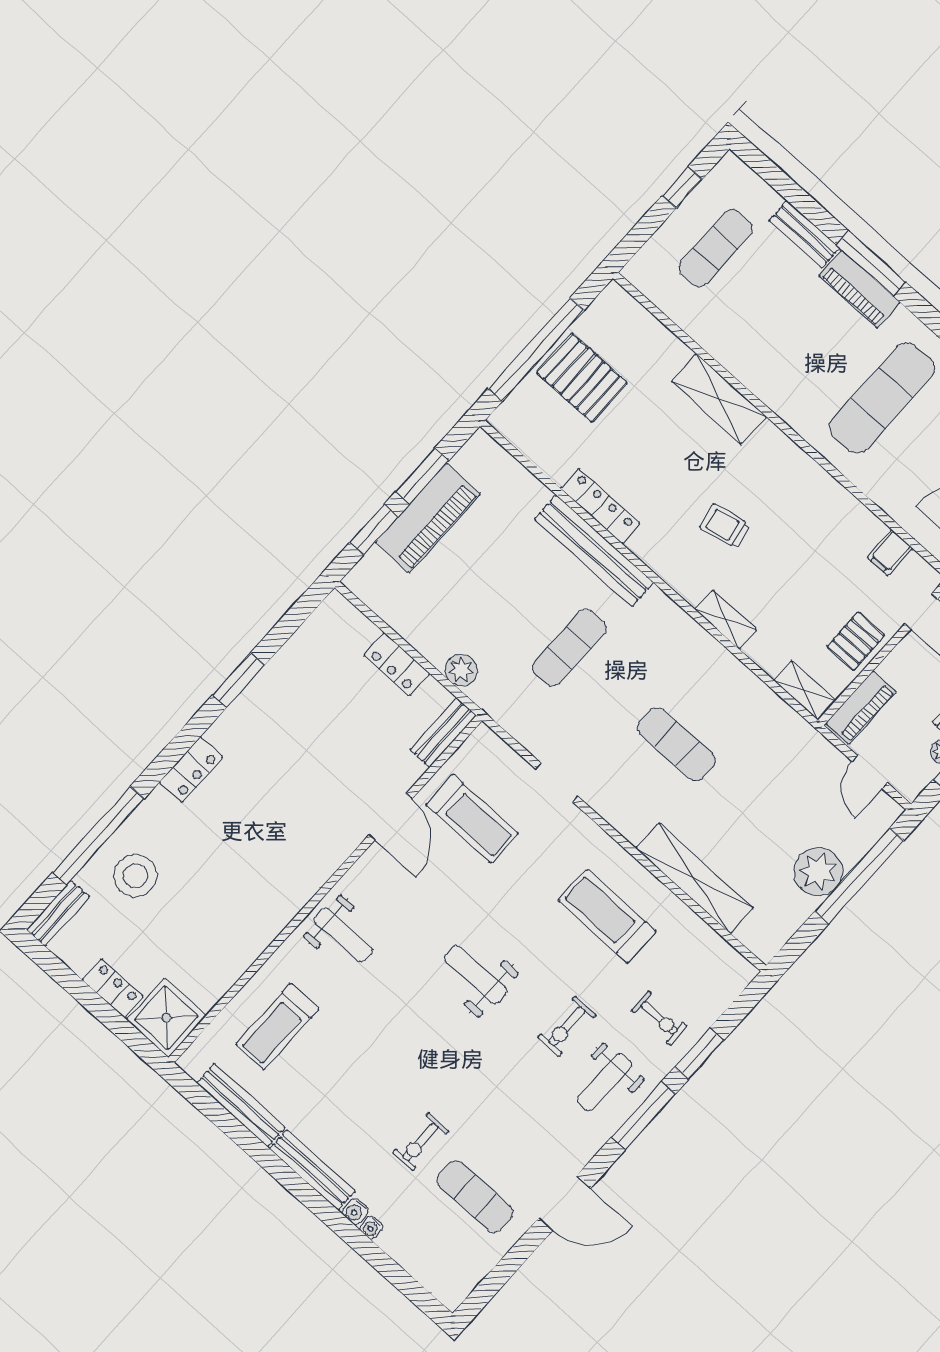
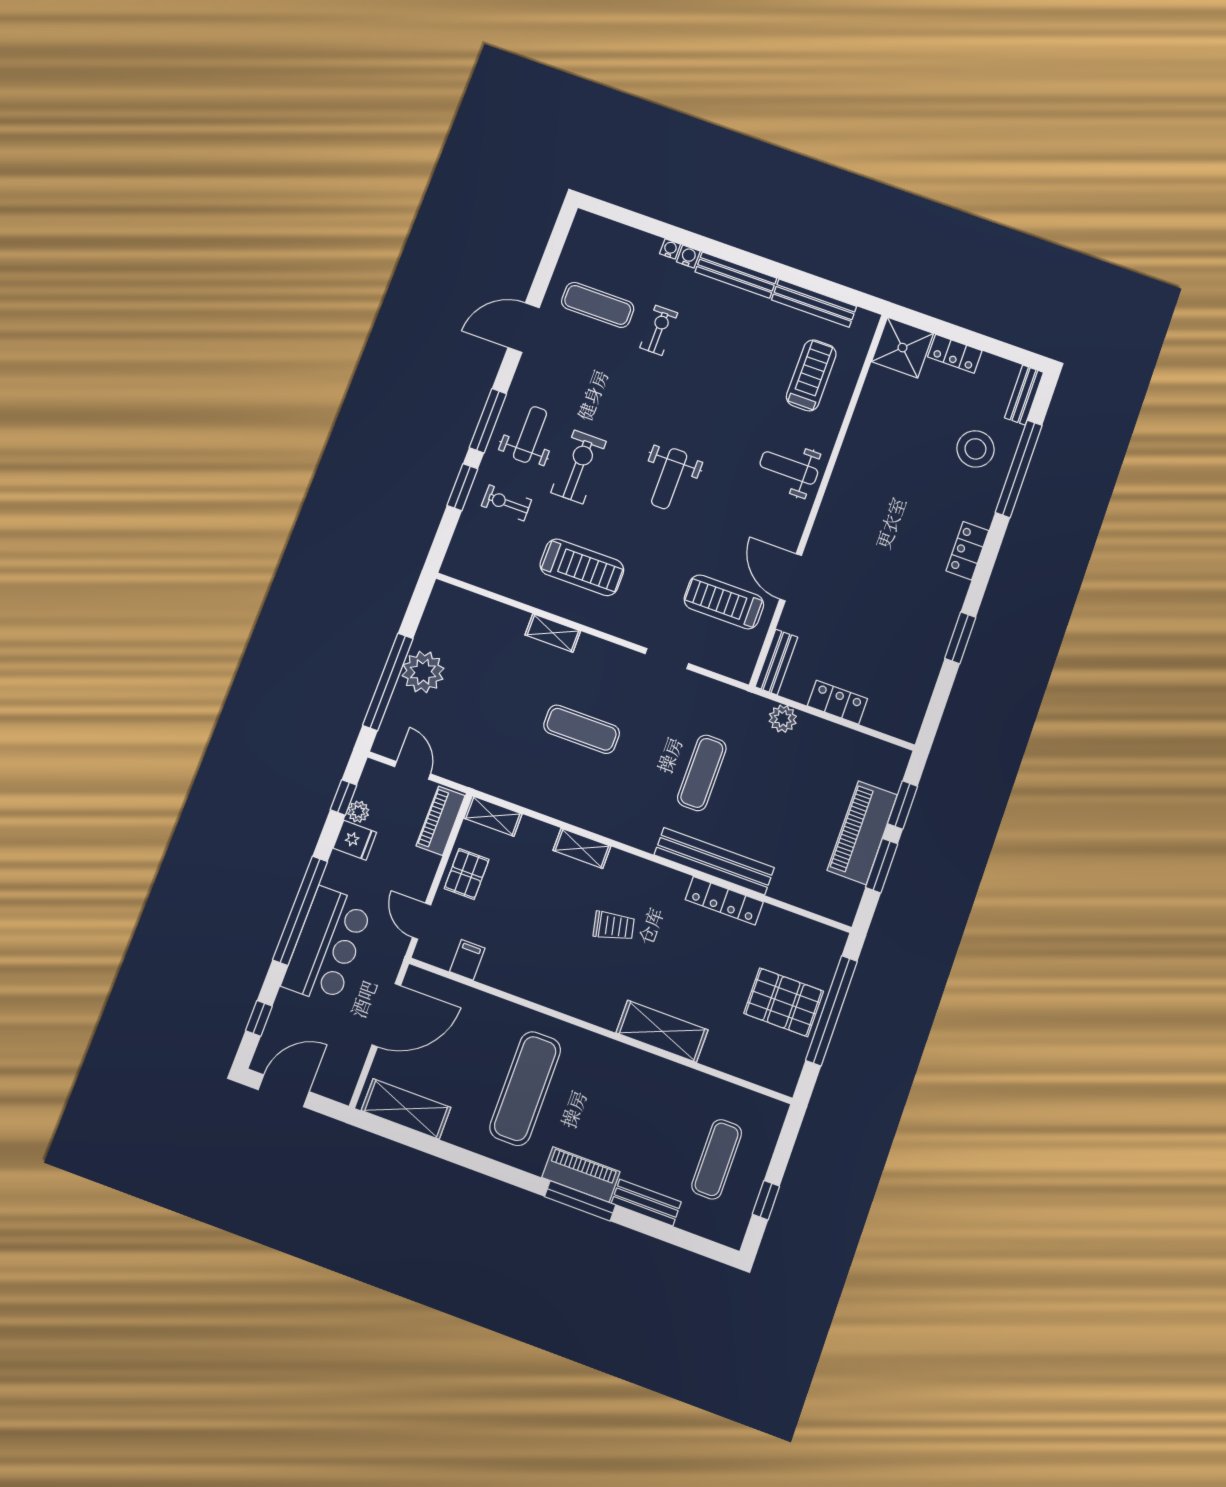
shelving: (694, 878) -> (553, 633), width x0.45, depth x0.75
weight bench: (476, 975) -> (669, 479), turned 90
exercise bike: (567, 1026) -> (579, 467), width x1.38, depth x1.39

